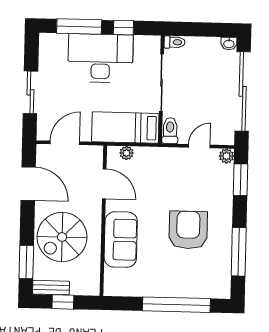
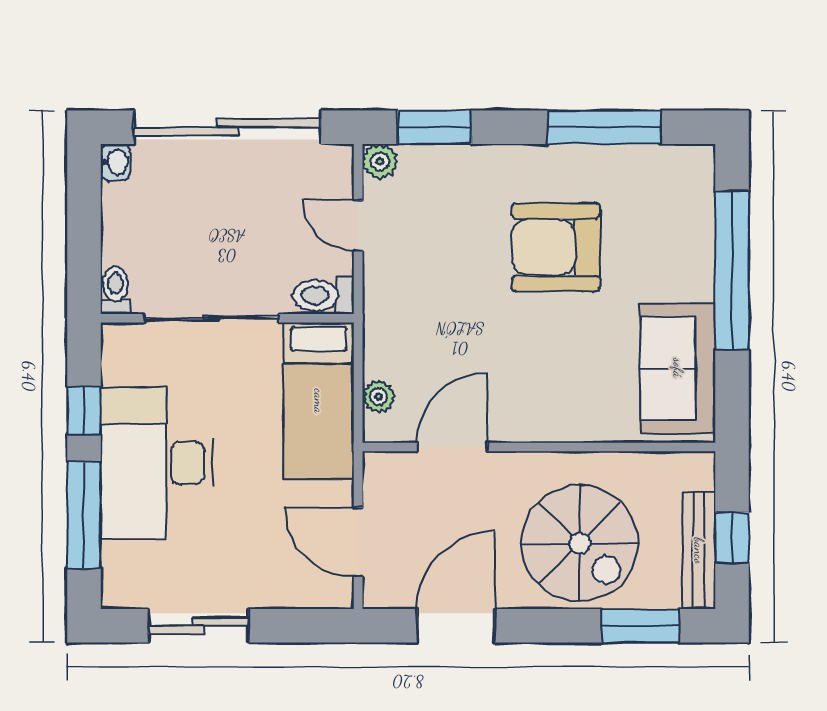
sliding door: (30, 92) -> (199, 626), moved
sofa: (121, 240) -> (678, 368), moved, turned -90
bench: (51, 288) -> (699, 551), width x1.36

